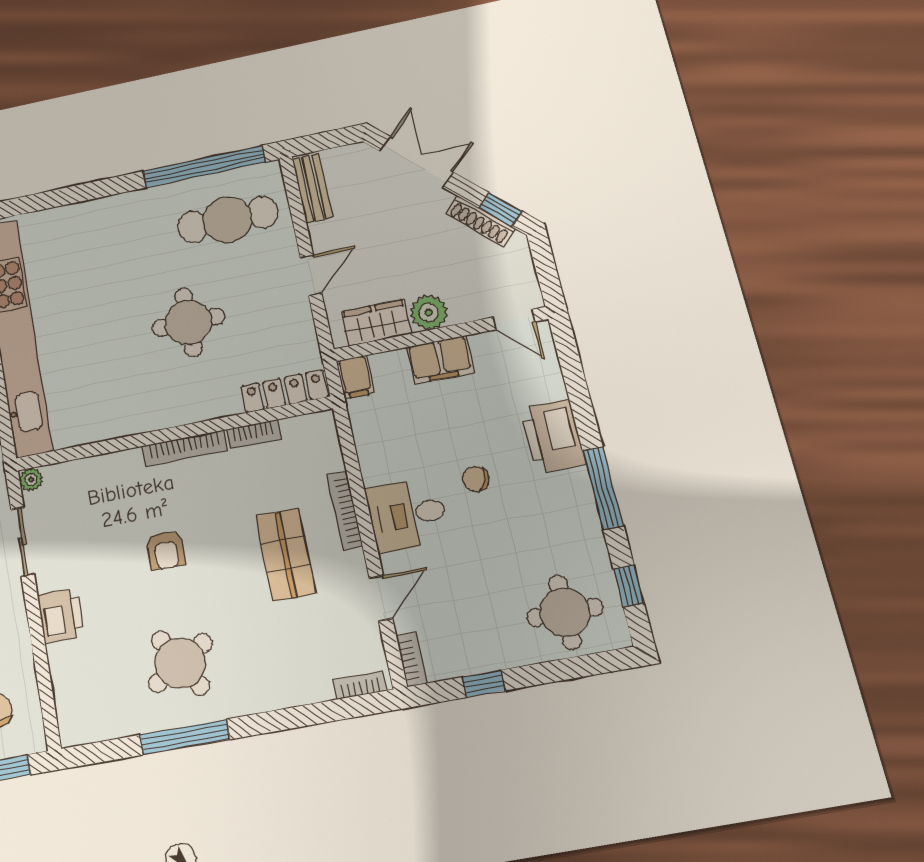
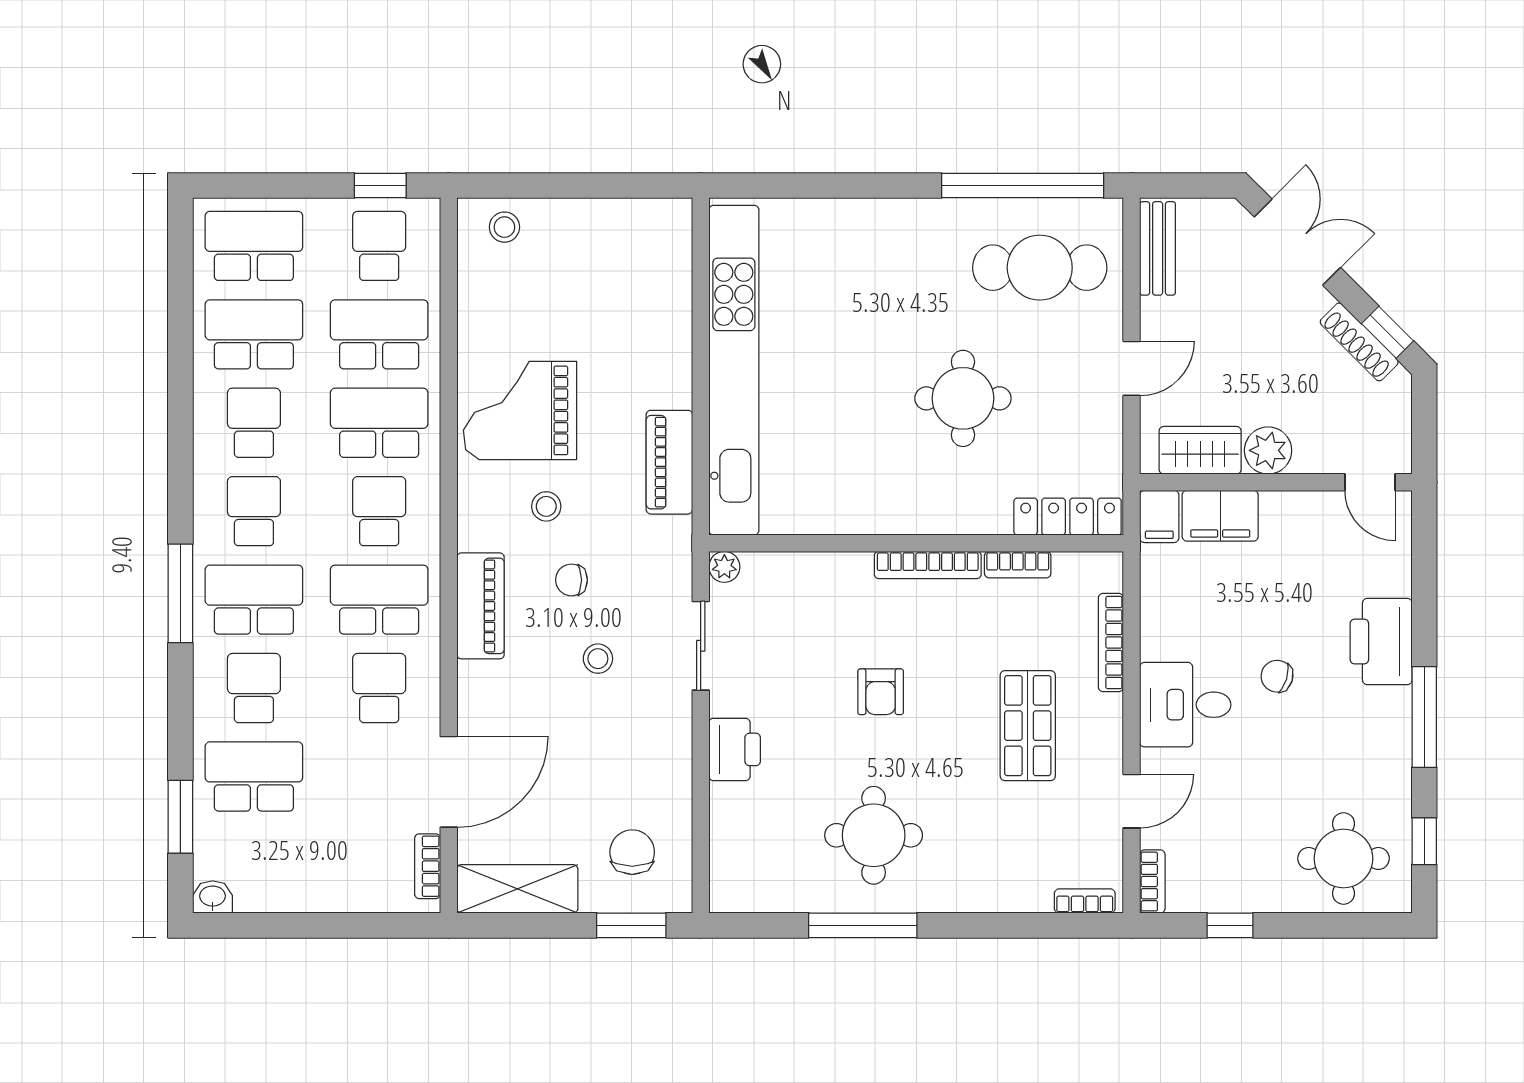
filing cabinet: (440, 360) -> (1220, 516), moved
bookcase: (345, 511) -> (1111, 643), moved
round table: (180, 663) -> (874, 835), turned 31

